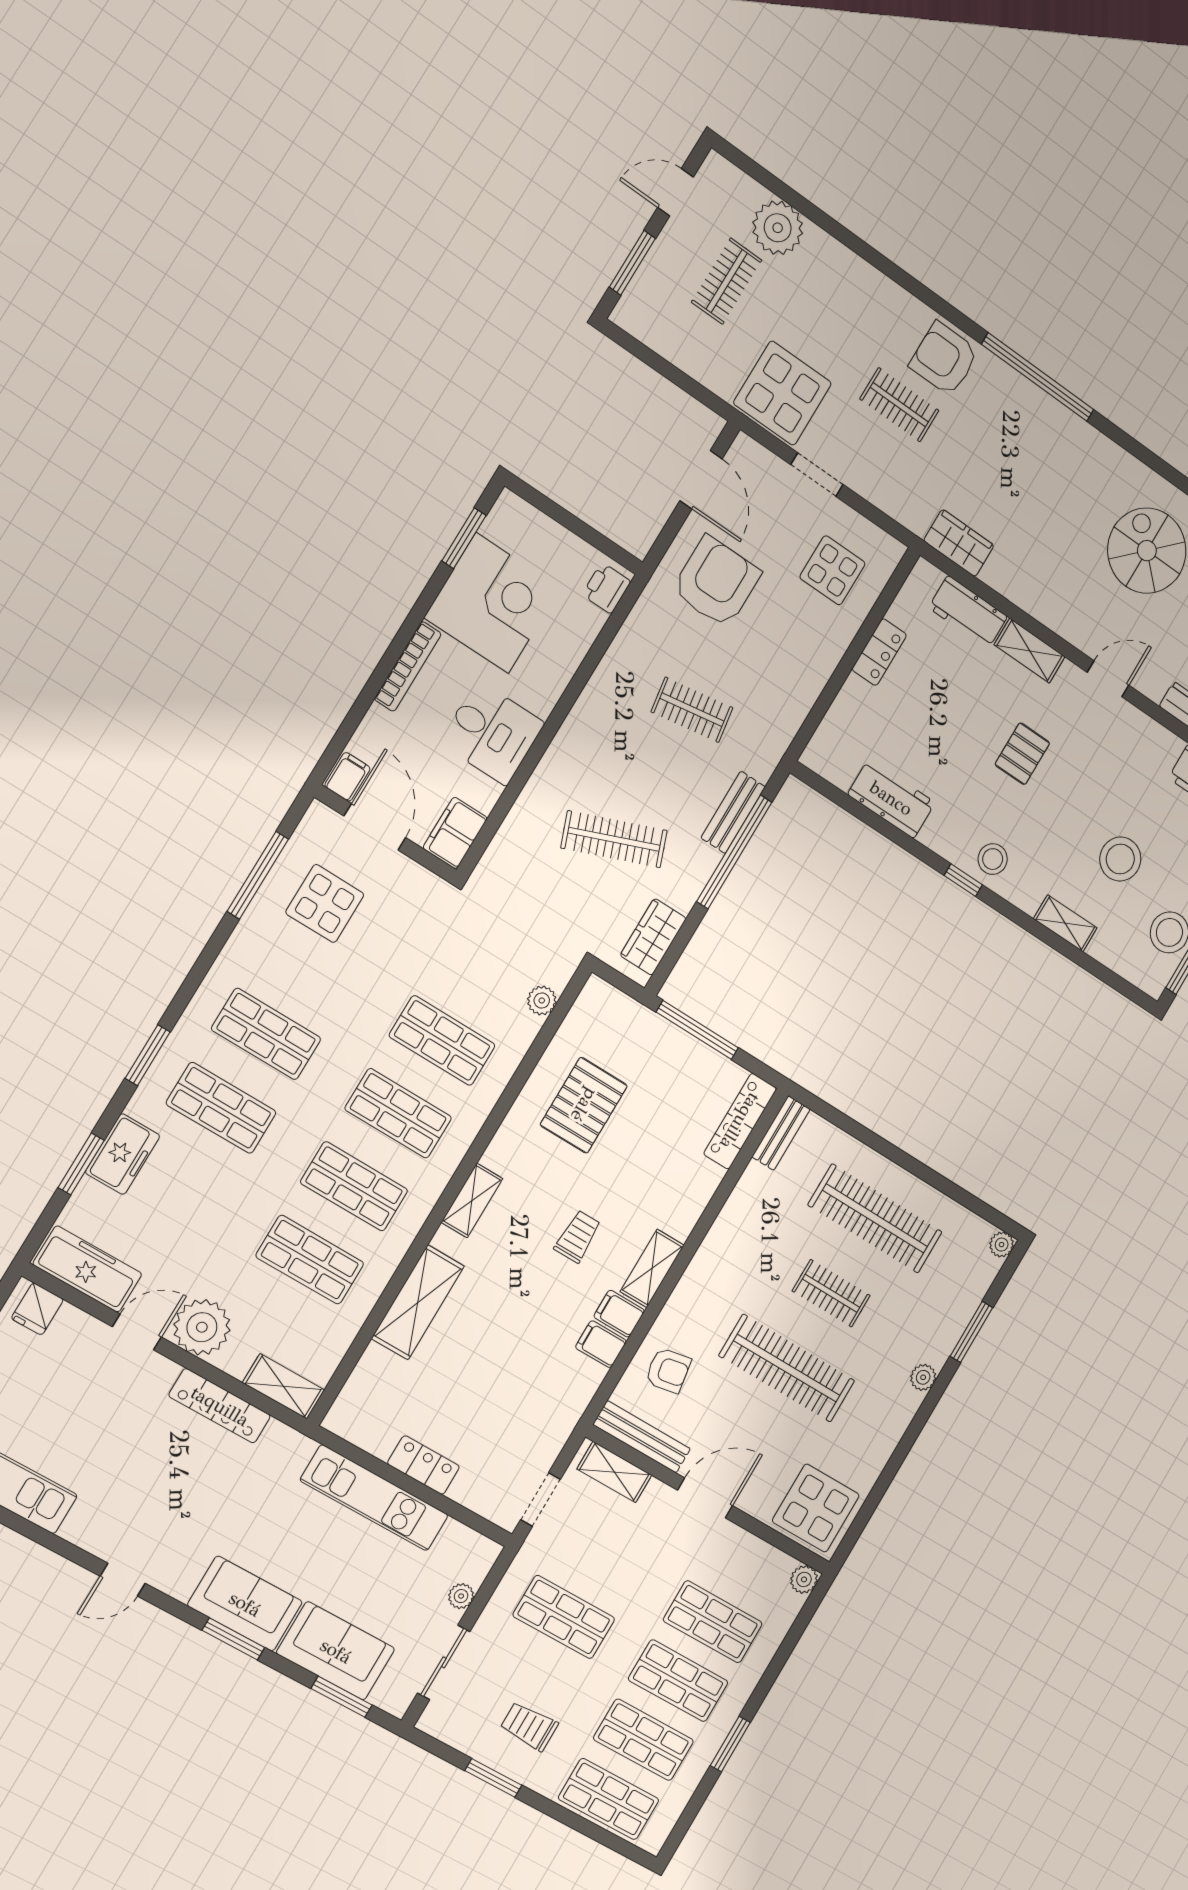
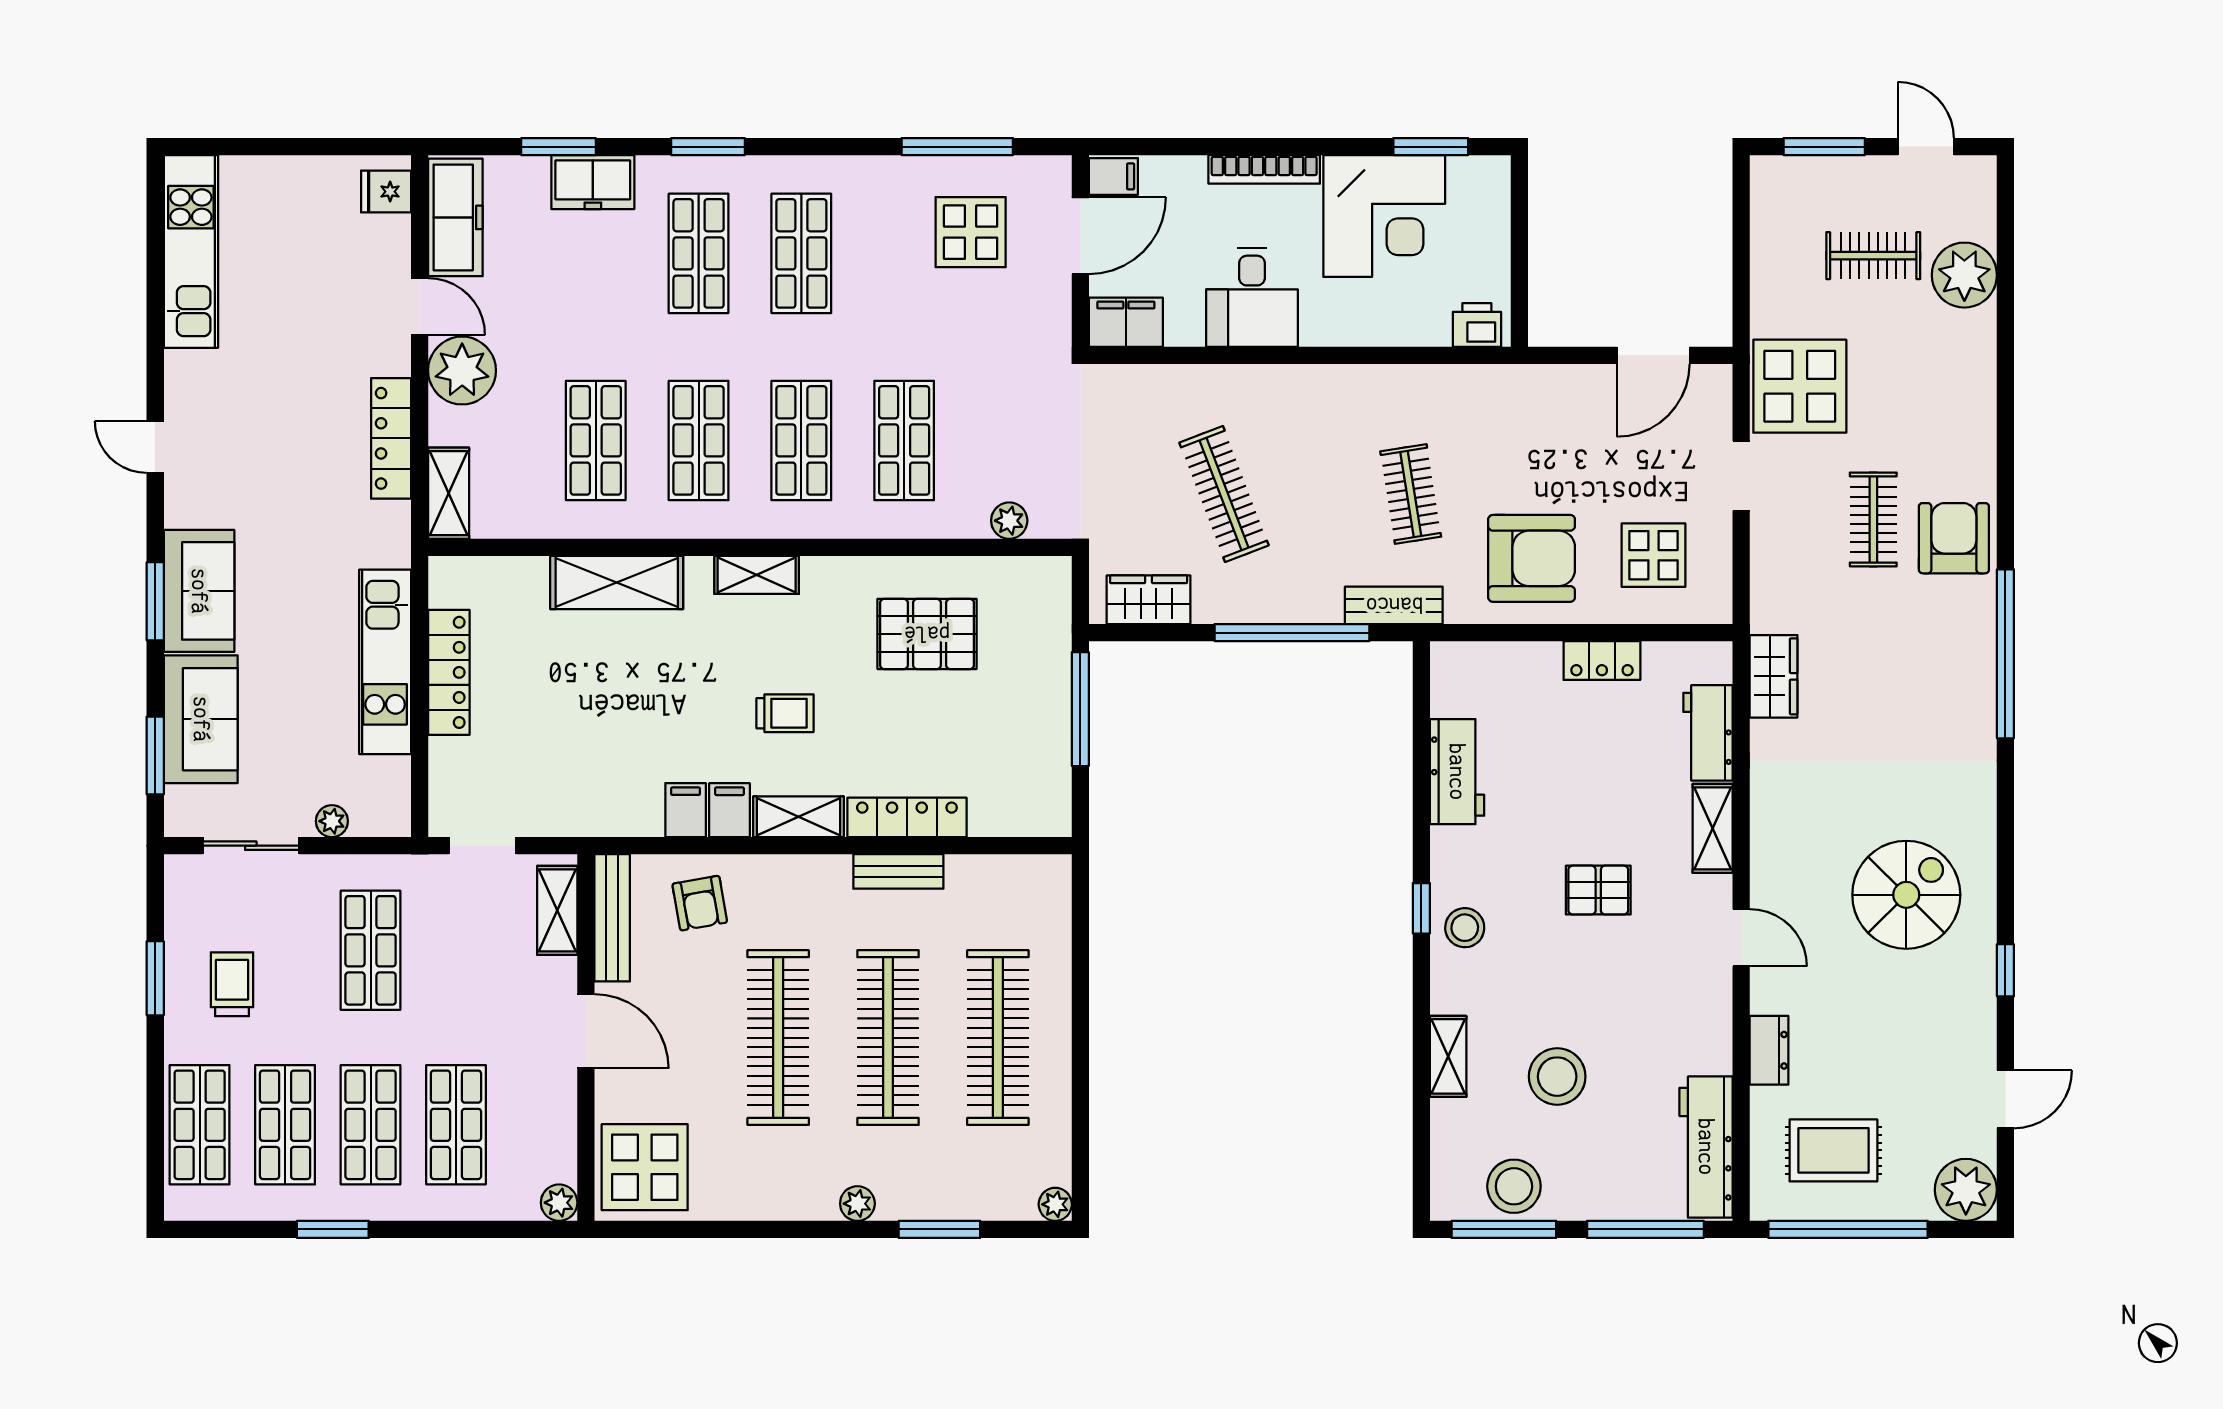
armchair: (716, 582) -> (1532, 558), moved
bench: (733, 812) -> (1394, 605), moved
locker: (740, 1121) -> (907, 817), moved
bench: (781, 1133) -> (898, 871), moved
clothes rail: (831, 1293) -> (888, 1038), width x1.86, depth x1.31
locker: (423, 1465) -> (449, 672), width x1.53

